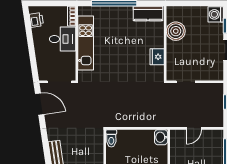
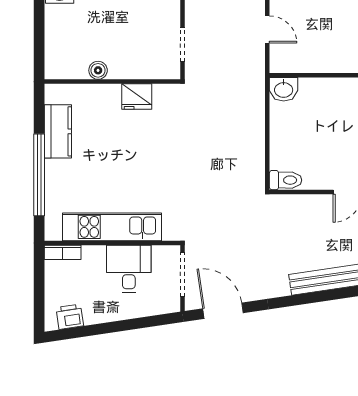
kitchen counter: (148, 13) -> (58, 131), moved
boiler: (176, 31) -> (98, 70), width x0.54, depth x0.54
desk: (63, 39) -> (129, 269), moved
door: (40, 104) -> (223, 311), hinge flipped

